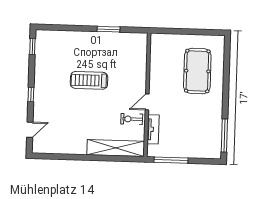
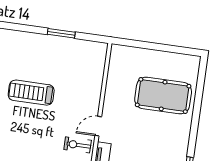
pool table: (197, 71) -> (163, 95), turned 90

